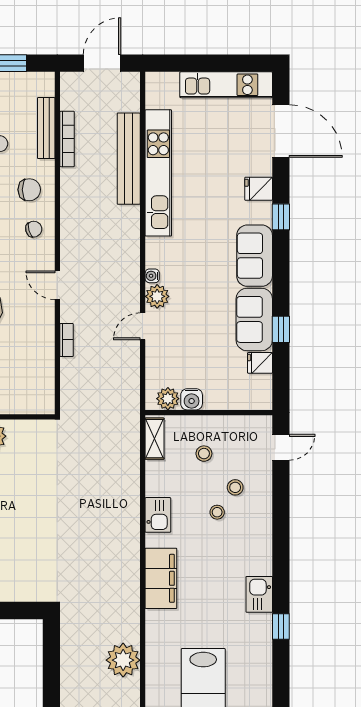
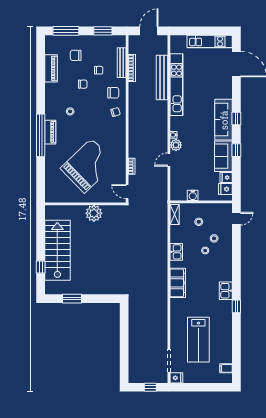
fridge: (259, 189) -> (225, 189), moved
window: (281, 217) -> (236, 118), moved
sofa: (255, 256) -> (224, 120), width x1.36
door: (57, 285) -> (127, 192), moved
window: (281, 329) -> (236, 150), moved
plant: (168, 399) -> (181, 195), removed
plant: (123, 660) -> (159, 323), removed

